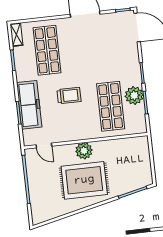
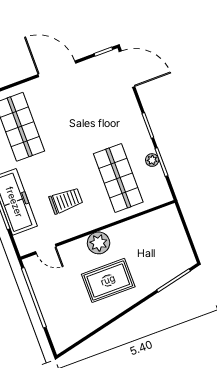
plant: (134, 95) -> (152, 160), width x0.53, depth x0.53
trolley: (69, 96) -> (66, 201), moved
rug: (84, 180) -> (108, 280), width x0.73, depth x0.69

